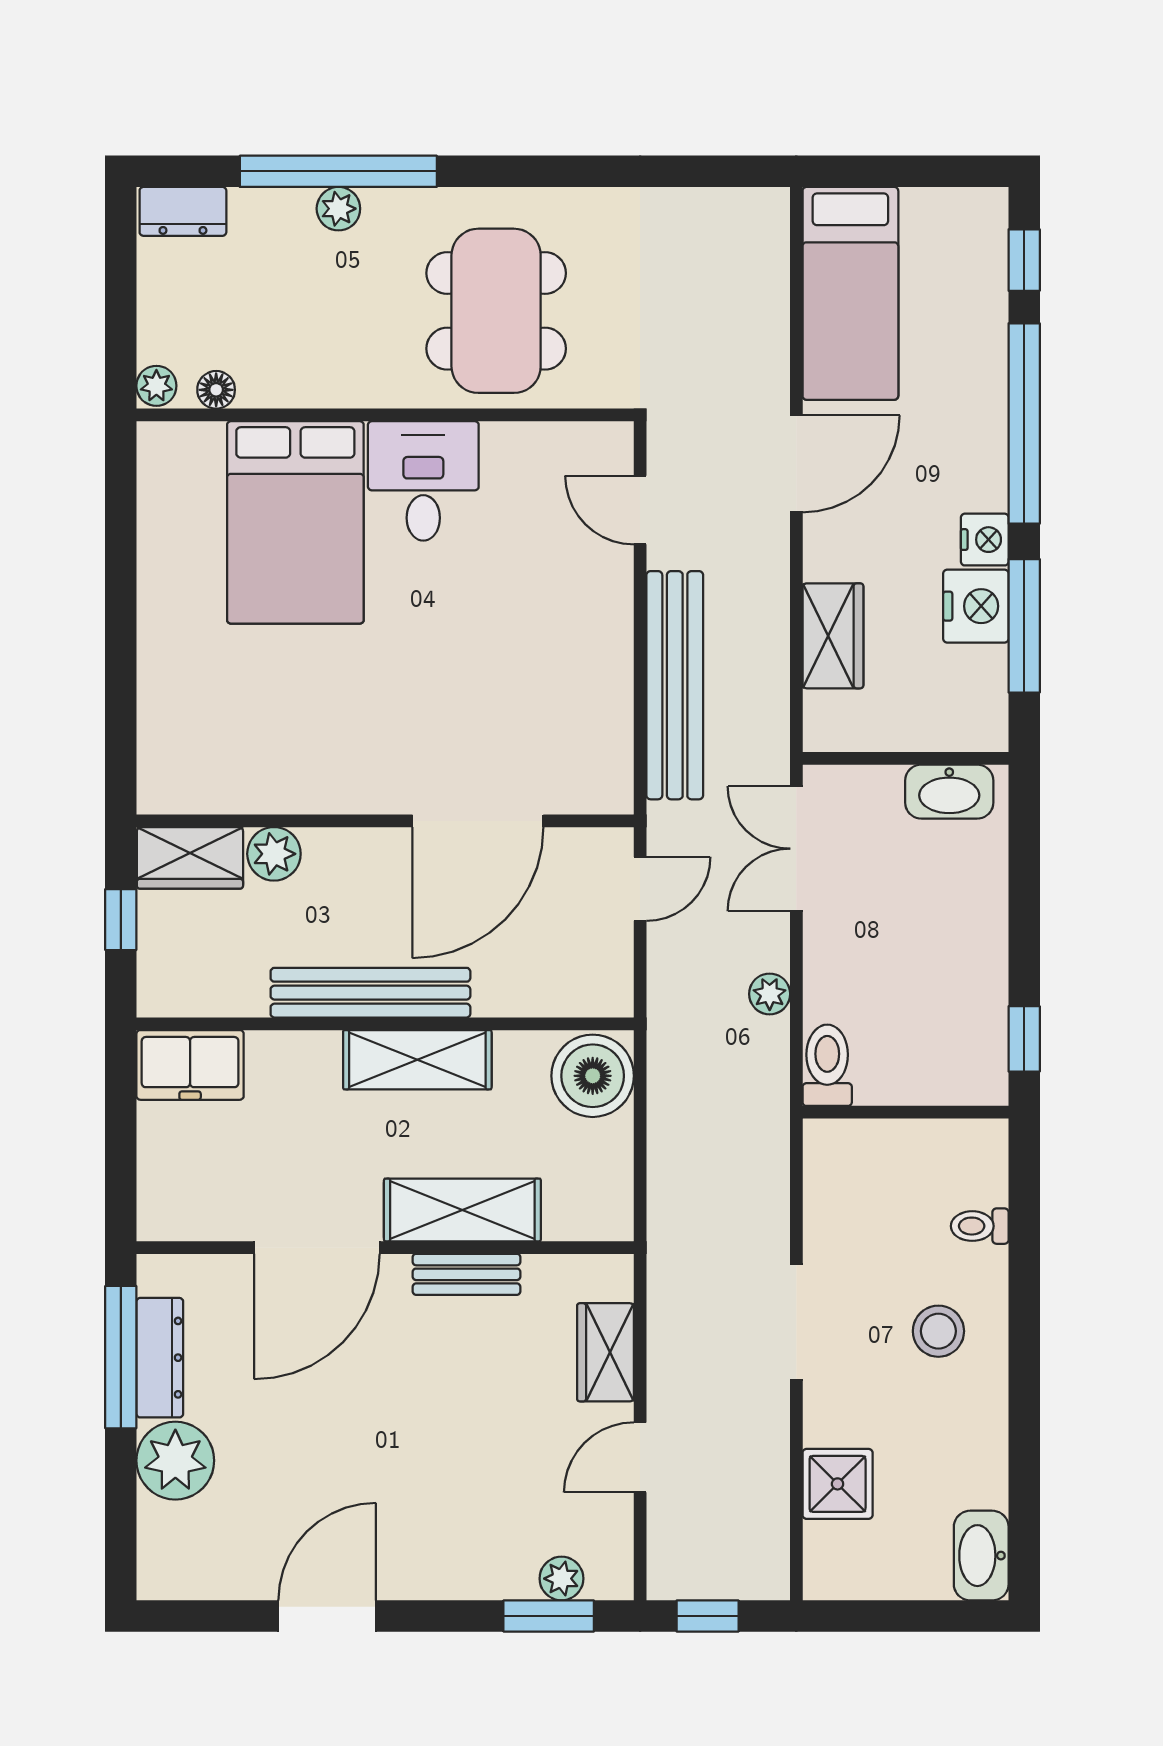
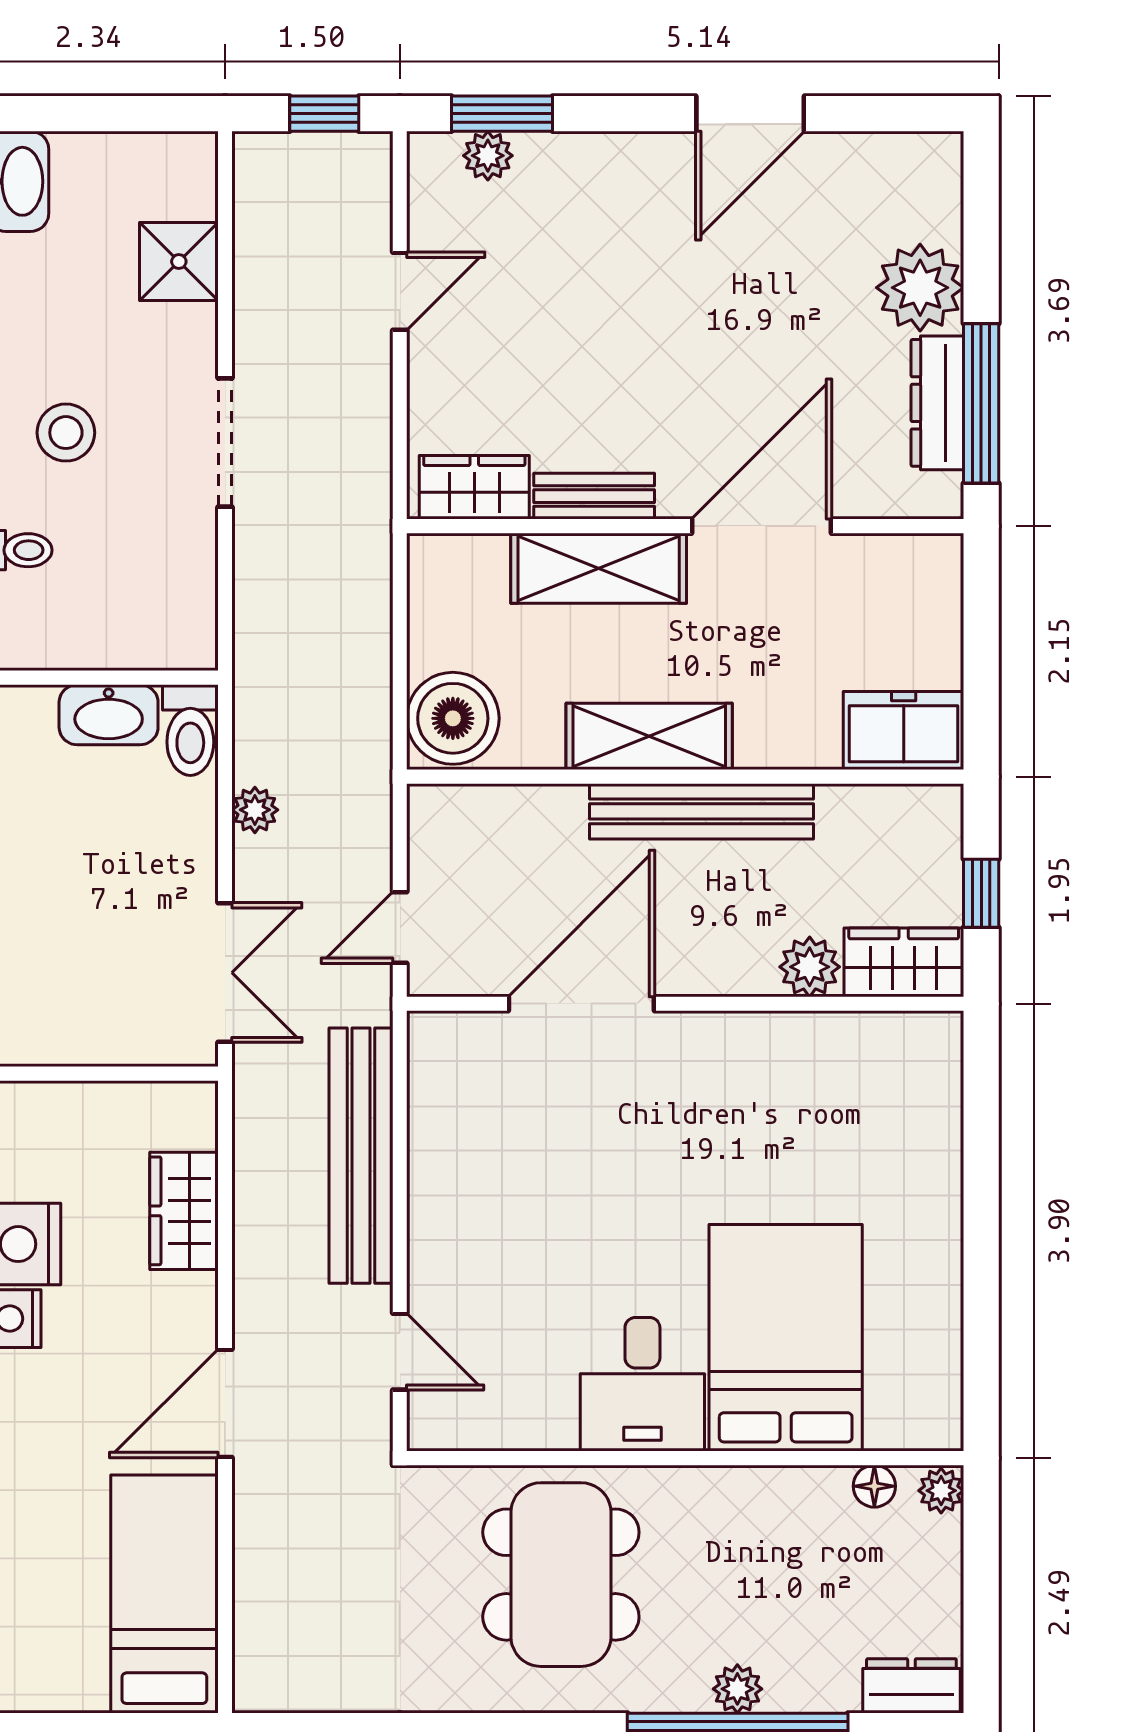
washbasin: (949, 792) -> (109, 715), moved, turned 180
wardrobe: (605, 1352) -> (474, 487), moved, turned -90

